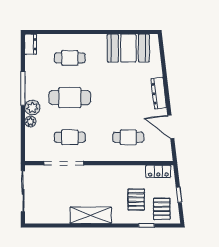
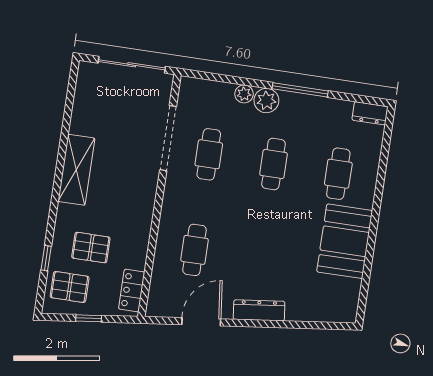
booth: (128, 48) -> (345, 241), moved
cafe table: (70, 98) -> (274, 164), width x0.73, depth x0.74

